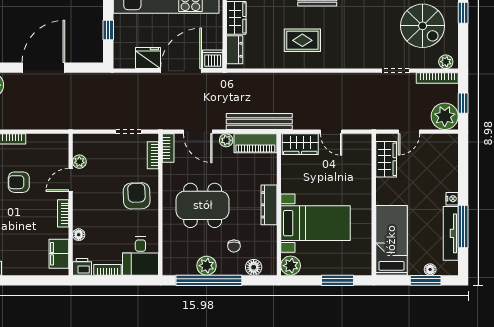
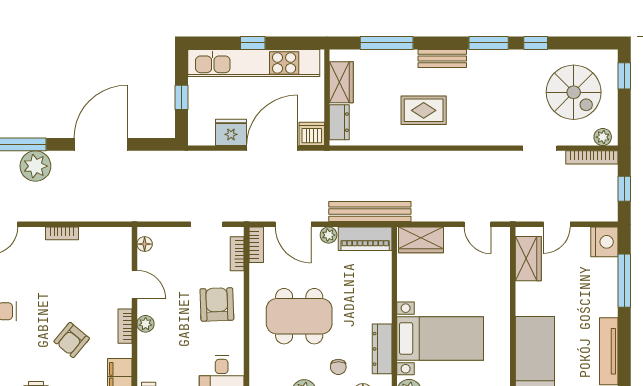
plant: (445, 116) -> (601, 205), removed
door: (331, 132) -> (478, 224), moved
plant: (79, 162) -> (146, 324), moved
door: (71, 180) -> (135, 284), swing flipped
armchair: (19, 182) -> (72, 340), moved, turned -50
nightstand: (452, 199) -> (604, 242), moved, width x1.89, depth x1.79
dresser: (269, 205) -> (382, 349), moved
window: (463, 227) -> (624, 281), moved
floor lamp: (79, 235) -> (145, 244), moved

